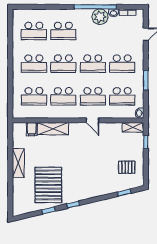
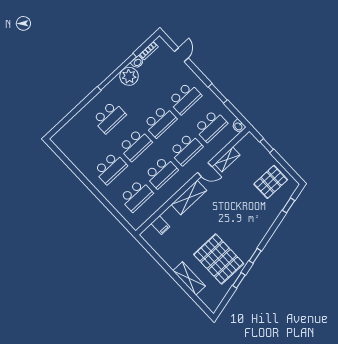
school desk: (34, 31) -> (84, 140), removed
shelving: (133, 127) -> (227, 159), moved
shelving: (53, 129) -> (189, 198), moved
shelving: (18, 163) -> (189, 278), moved
pallet: (127, 167) -> (271, 182), width x1.50, depth x1.42

